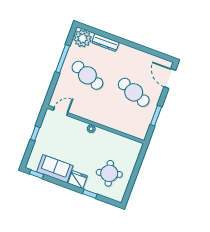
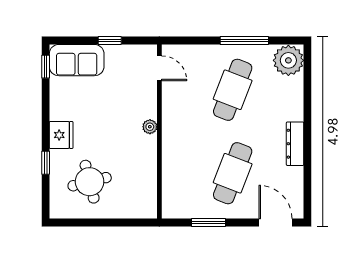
dresser: (105, 43) -> (295, 144), moved
door: (170, 79) -> (276, 222), hinge flipped
sofa: (55, 169) -> (77, 60), moved, turned 90

